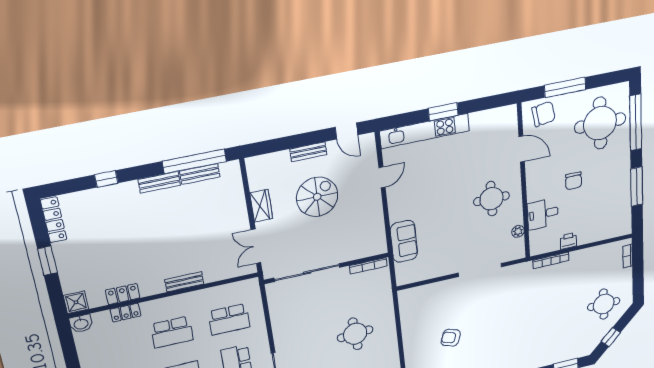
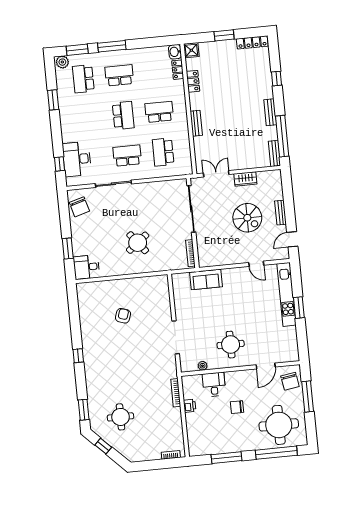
bench: (200, 174) -> (274, 153), moved
round table: (604, 304) -> (120, 417), moved
locker: (126, 313) -> (178, 70), moved
school desk: (172, 332) -> (159, 112), turned 90
round table: (355, 334) -> (138, 243), turned -34

